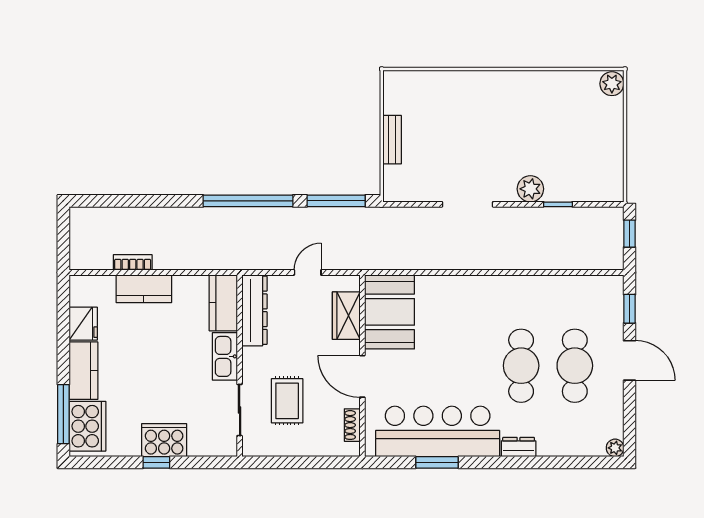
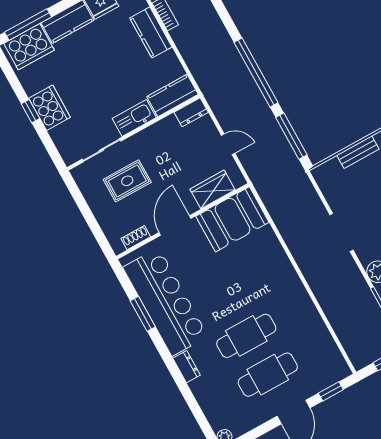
dresser: (254, 310) -> (191, 112), width x0.51, depth x0.80

